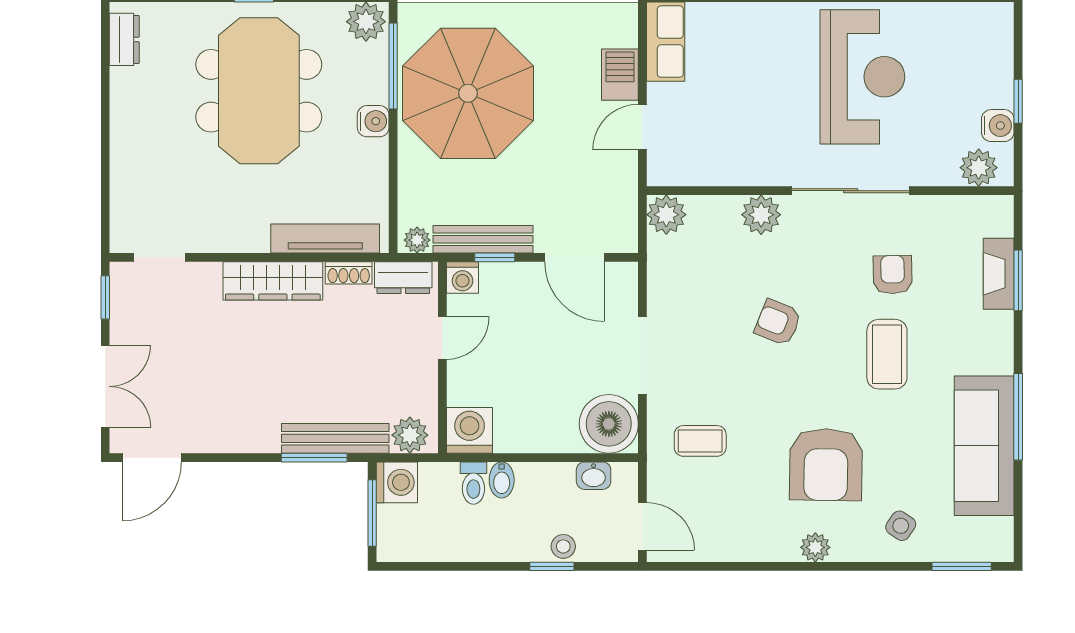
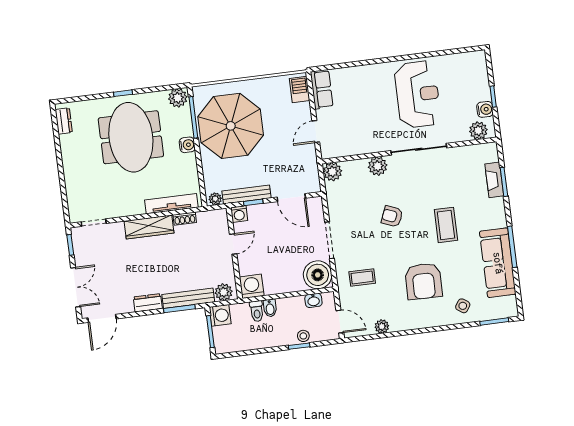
barbecue: (620, 75) -> (300, 90), moved
armchair: (893, 275) -> (444, 187), removed
dresser: (403, 278) -> (148, 303), moved, turned 180
plant: (815, 547) -> (382, 326), moved

